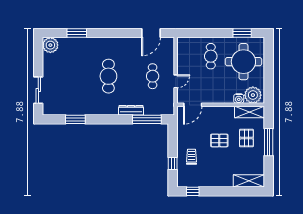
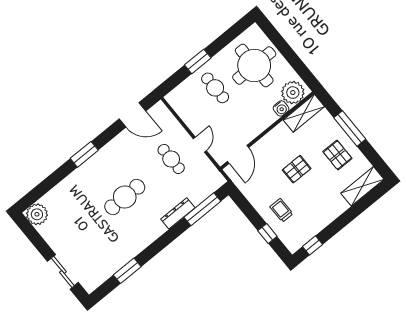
window: (77, 33) -> (84, 154), moved
door: (151, 33) -> (132, 115), hinge flipped
window: (242, 33) -> (198, 61), moved
cafe table: (108, 76) -> (125, 197), turned 90
pallet: (246, 138) -> (337, 155), moved

